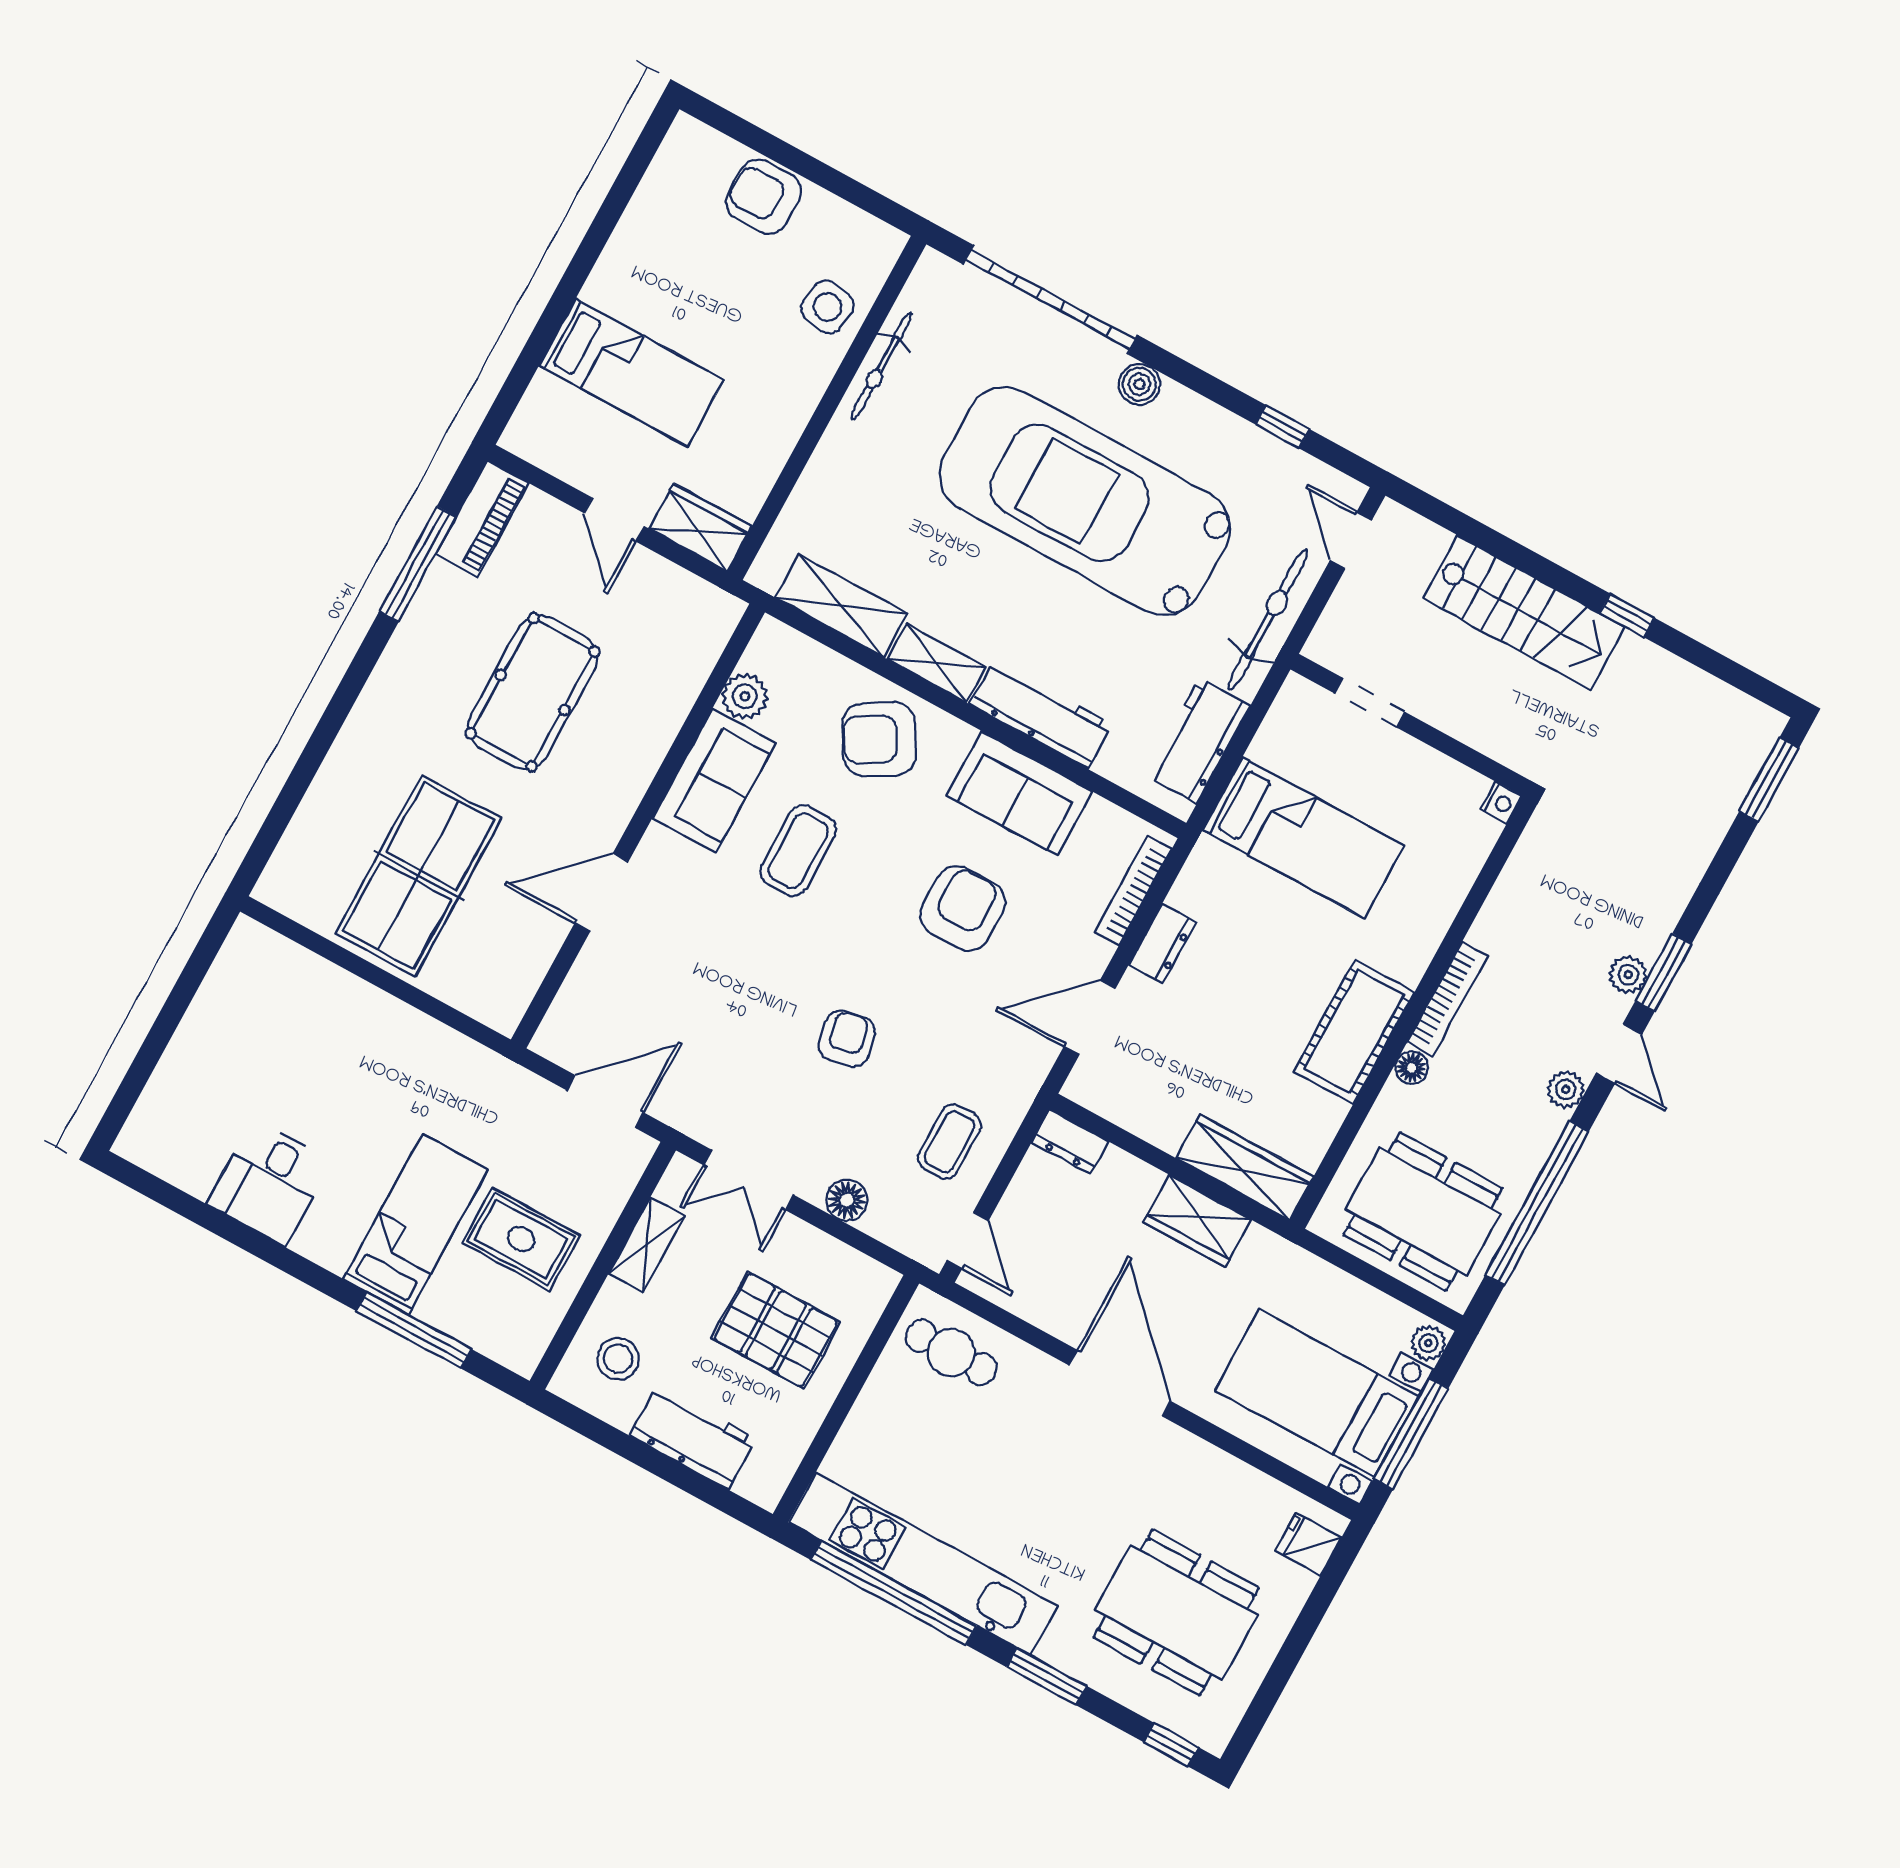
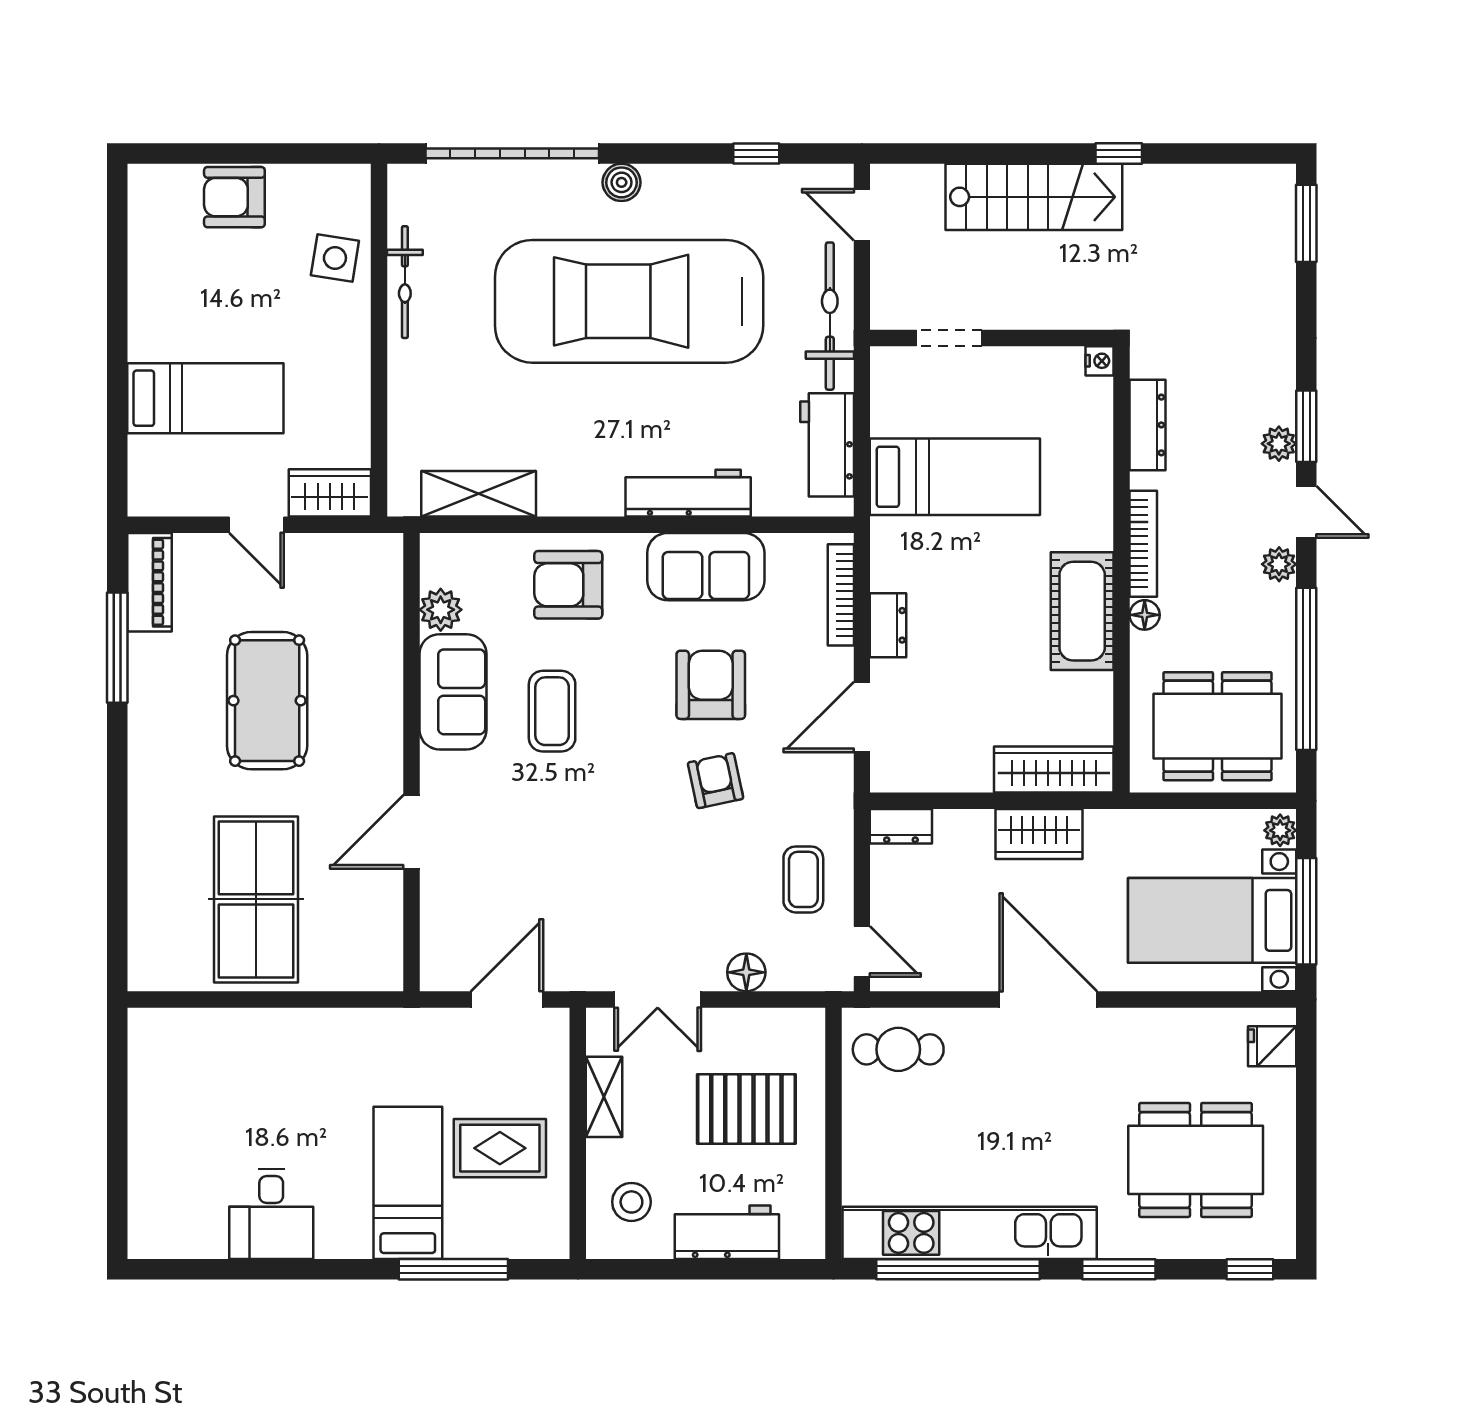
shelving: (936, 663) -> (581, 498), removed
armchair: (879, 739) -> (568, 585), turned 31
dresser: (1513, 889) -> (1147, 425), added
armchair: (847, 1039) -> (716, 781), moved

